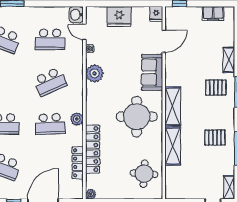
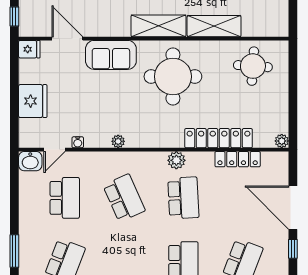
plant: (94, 73) -> (118, 141), width x0.53, depth x0.53

